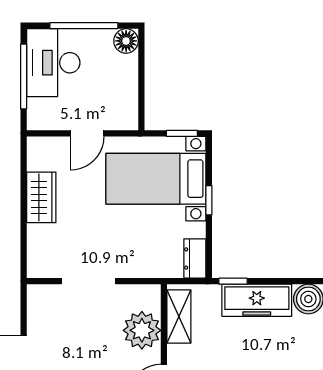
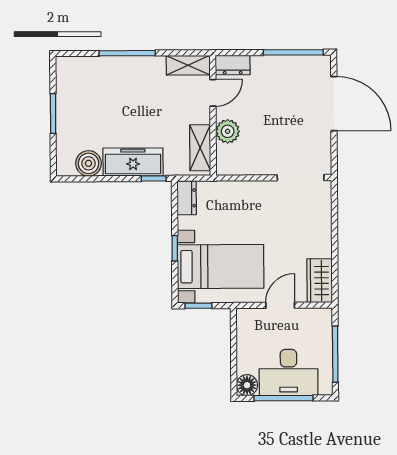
desk: (53, 63) -> (289, 372), moved, turned 90
wardrobe: (41, 197) -> (320, 281), moved
doorway: (88, 281) -> (301, 178), moved
plant: (142, 330) -> (228, 131), width x0.73, depth x0.73

